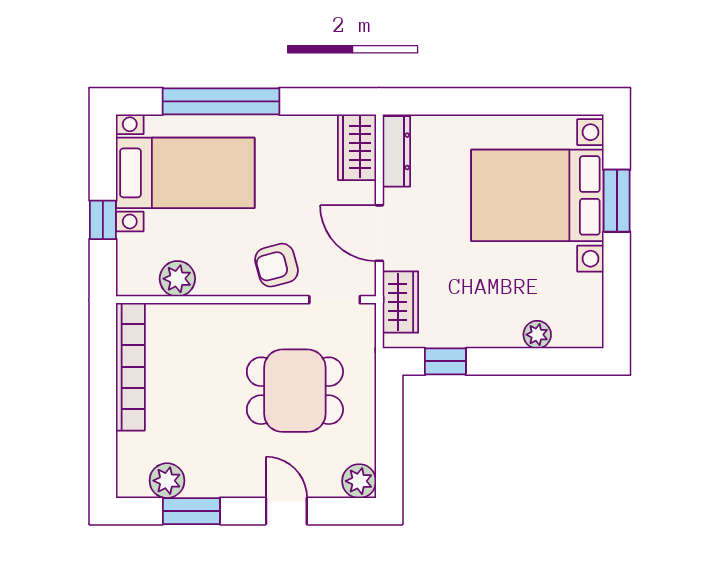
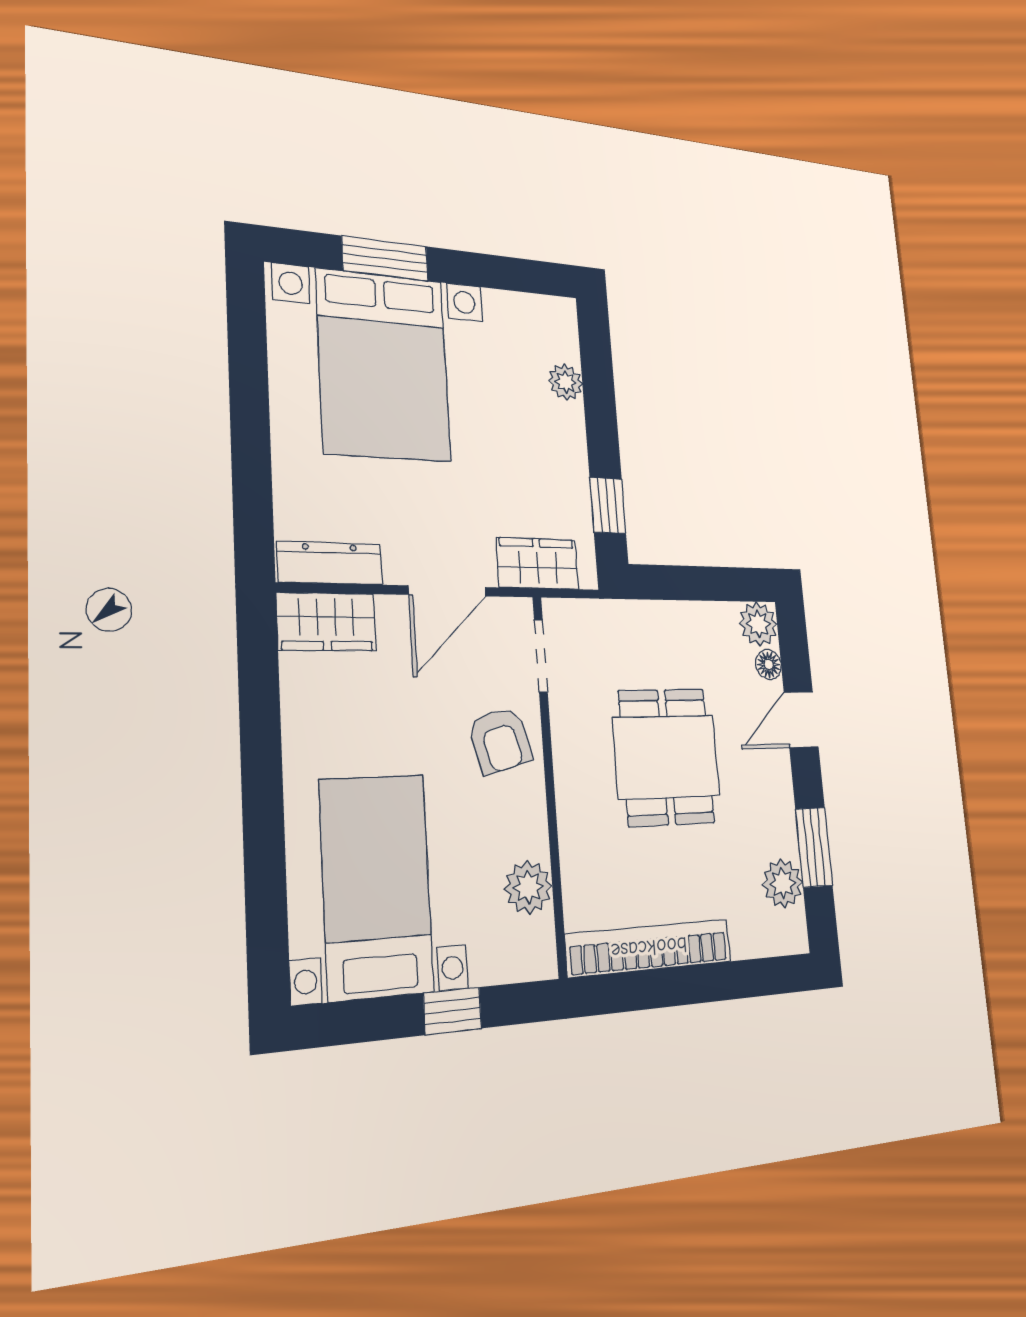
window: (221, 101) -> (264, 835), removed
dining table: (295, 391) -> (666, 757), moved
floor lamp: (328, 487) -> (769, 665), added

